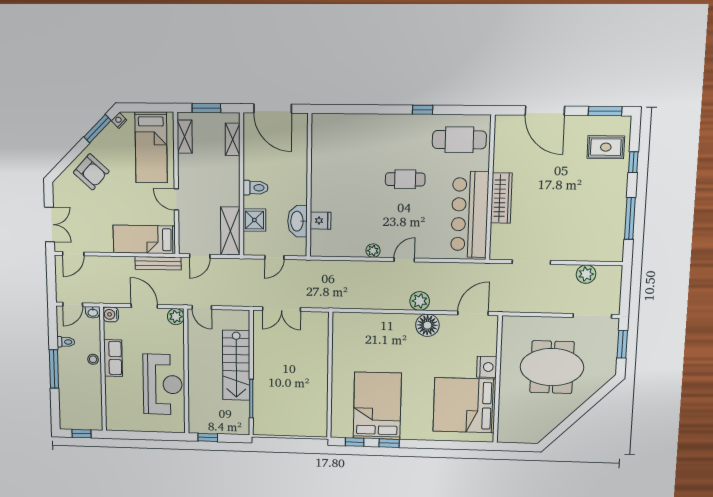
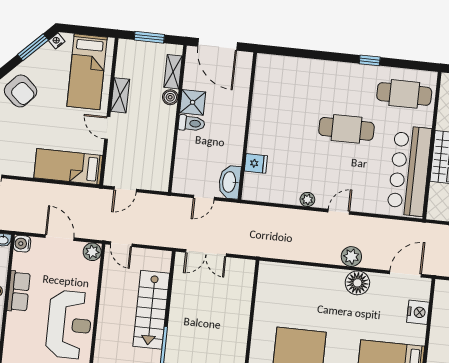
shelving: (185, 137) -> (120, 95), moved
boiler: (233, 164) -> (170, 97), added
cafe table: (405, 179) -> (346, 129), width x1.37, depth x1.35
shower: (254, 220) -> (193, 102), moved
washbasin: (297, 221) -> (230, 182), moved
shelving: (230, 231) -> (160, 166), removed
bench: (158, 263) -> (80, 193), removed
nightstand: (487, 367) -> (418, 312), moved

